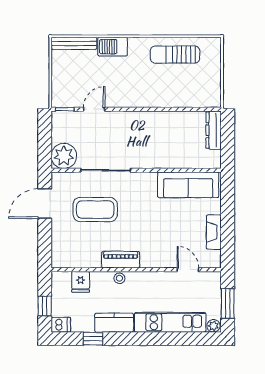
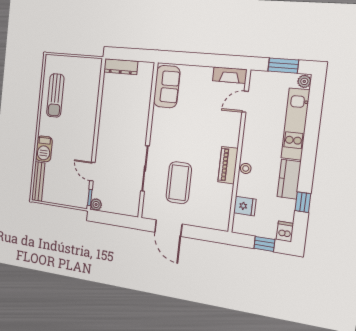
plant: (64, 156) -> (96, 204), moved, width x0.53, depth x0.53
sofa: (188, 185) -> (167, 87), width x0.73
fireplace: (214, 232) -> (230, 75), moved

